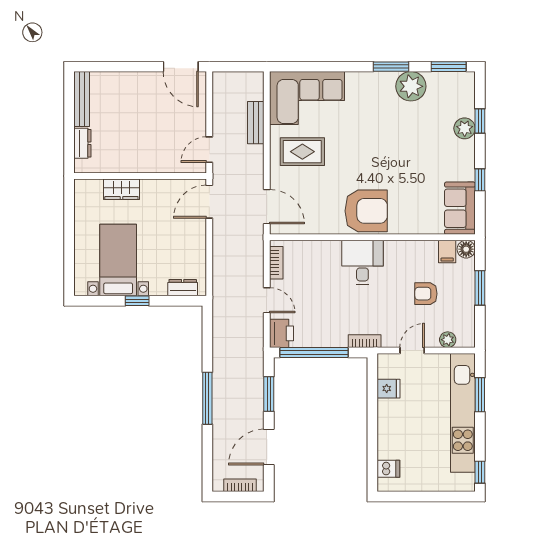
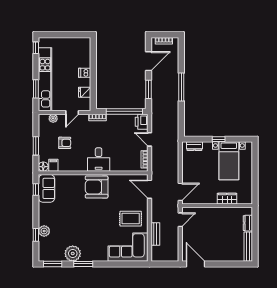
window: (480, 180) -> (36, 189), moved
dishwasher: (388, 469) -> (85, 73), moved

